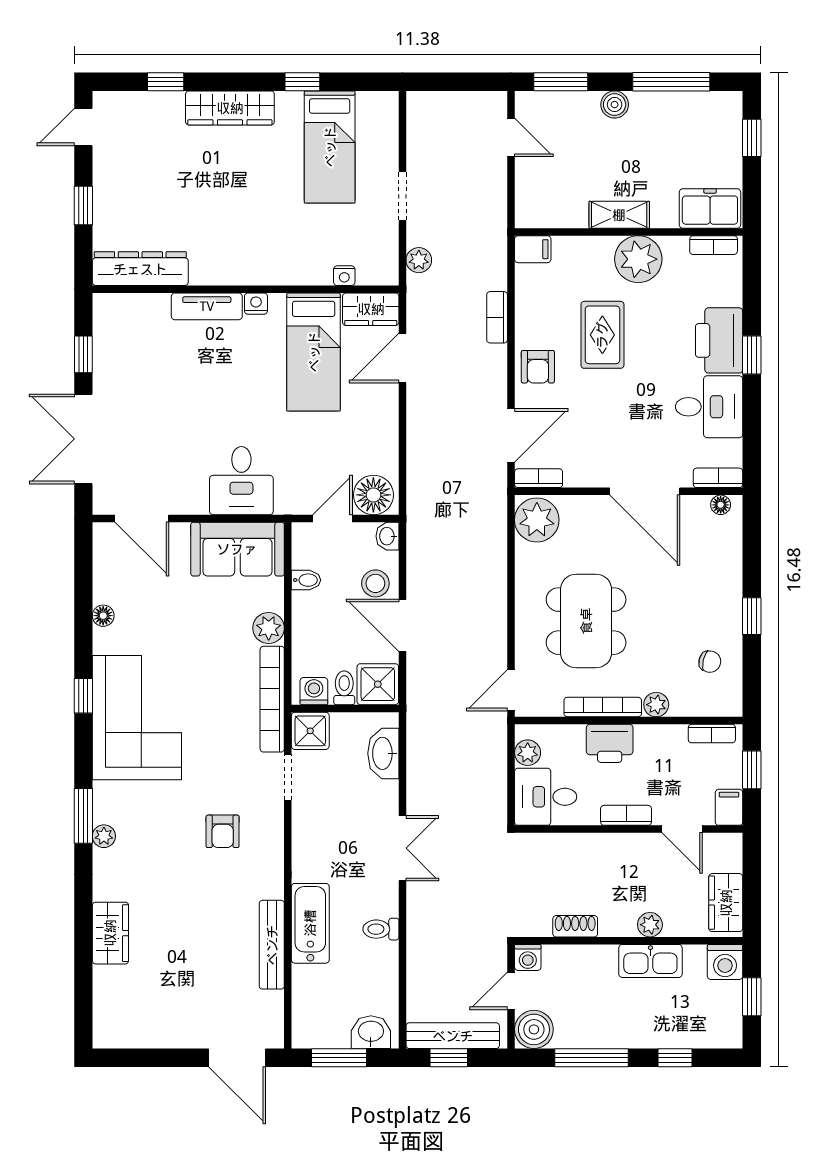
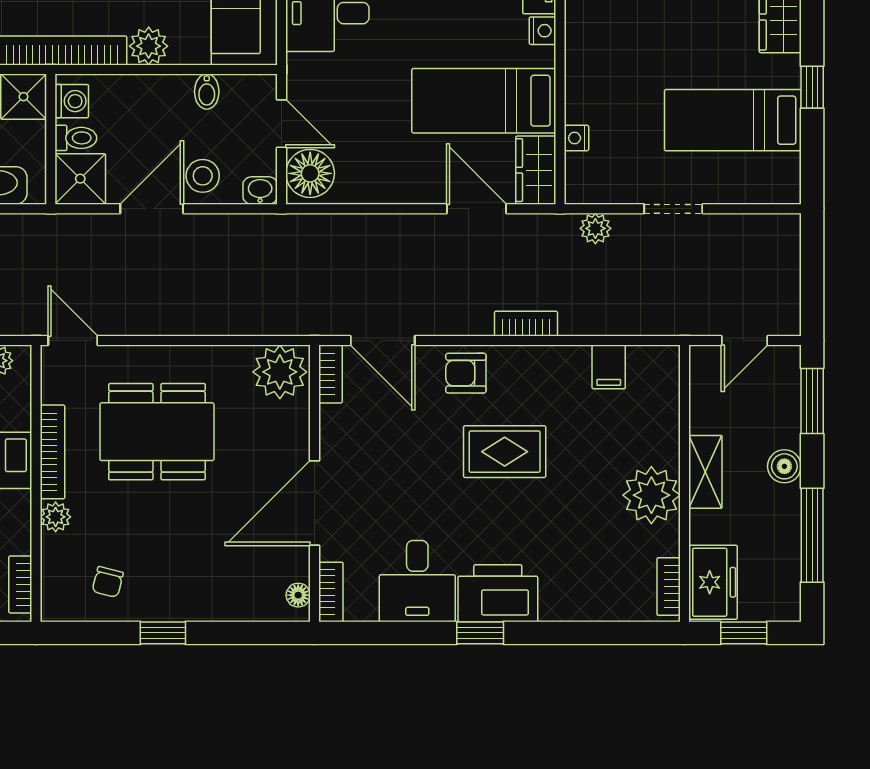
freezer: (710, 208) -> (713, 582), moved
shelving: (619, 215) -> (705, 472), moved
wall: (629, 232) -> (685, 483), moved
bookcase: (714, 245) -> (669, 587), moved
plant: (638, 259) -> (651, 495), moved

